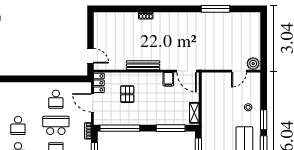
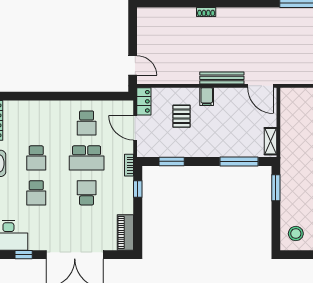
bench: (143, 65) -> (222, 78), moved
filing cabinet: (168, 79) -> (207, 97), moved
school desk: (56, 125) -> (87, 158), turned 180
window: (120, 128) -> (172, 161), width x0.47

